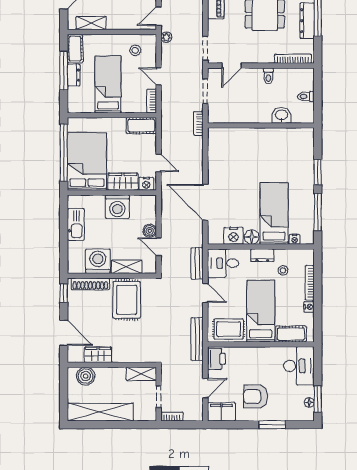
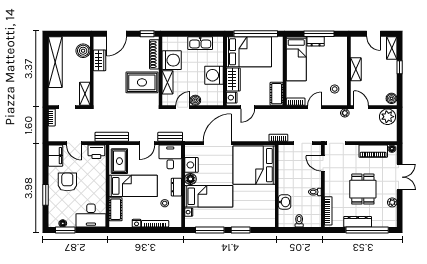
shelving: (91, 23) -> (356, 69), moved
cot: (75, 49) -> (336, 42), removed
bed: (108, 84) -> (296, 59), moved, turned 90
bed: (234, 155) -> (254, 165), added

